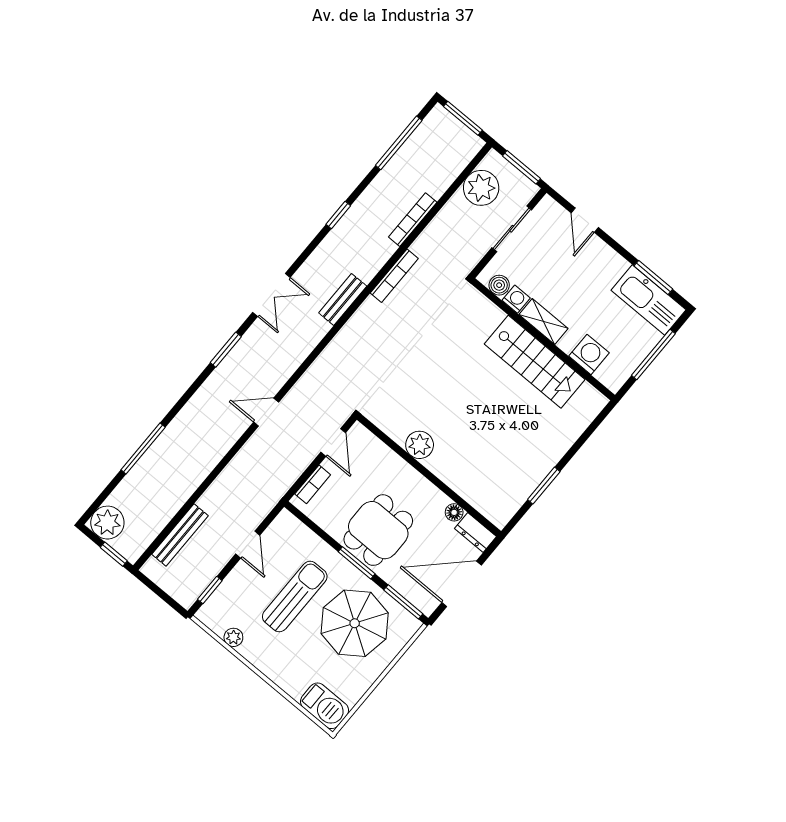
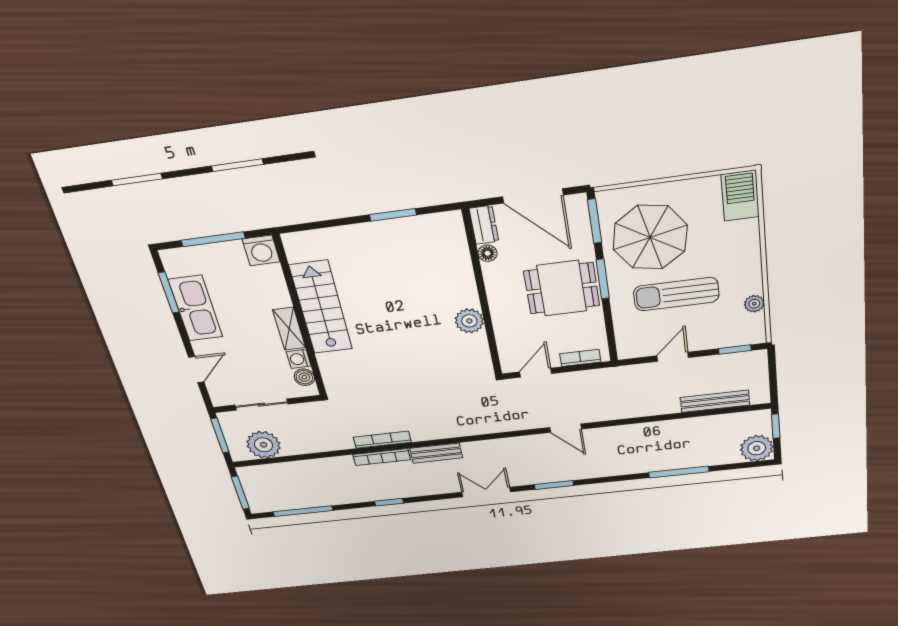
bookcase: (413, 220) -> (382, 457), moved
kitchen sink: (649, 300) -> (195, 308), moved
washing machine: (589, 354) -> (261, 250), moved, turned -90

